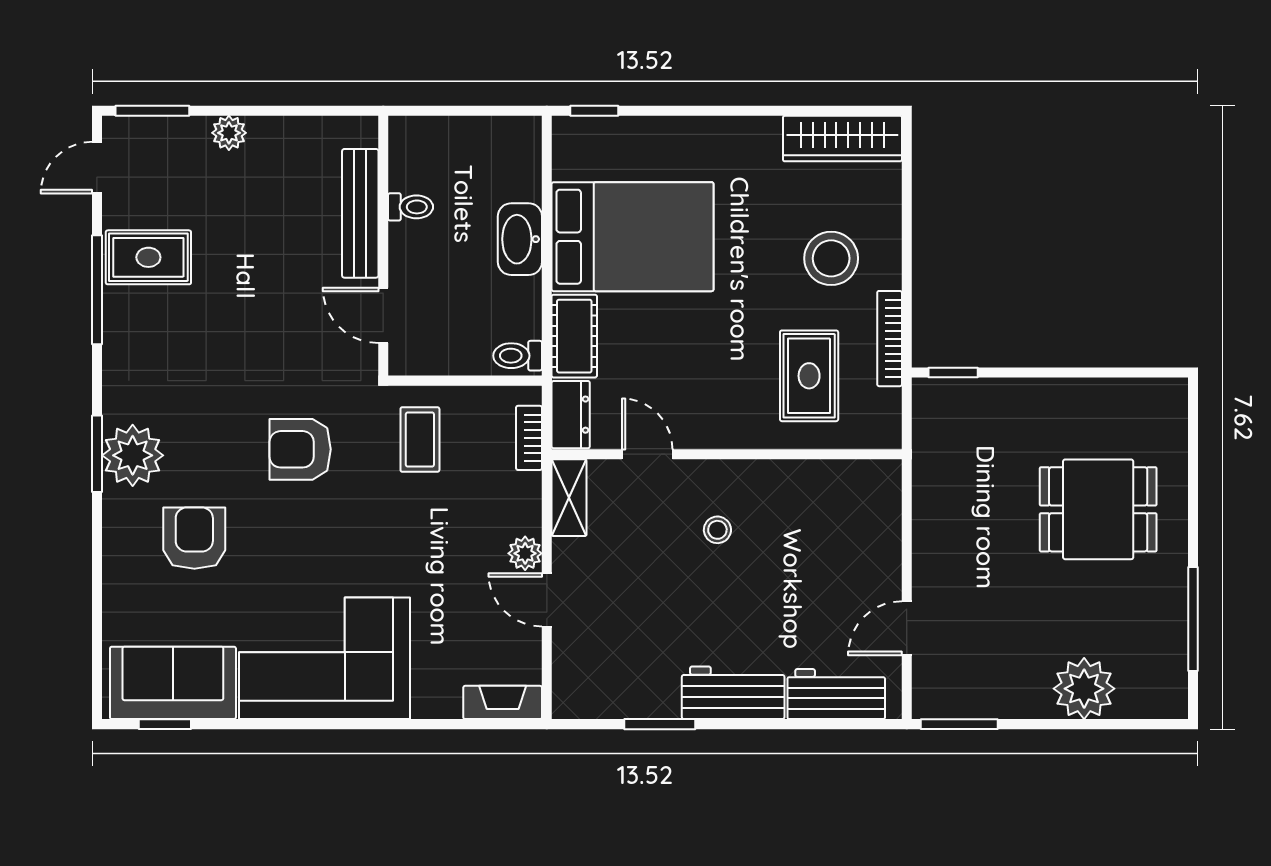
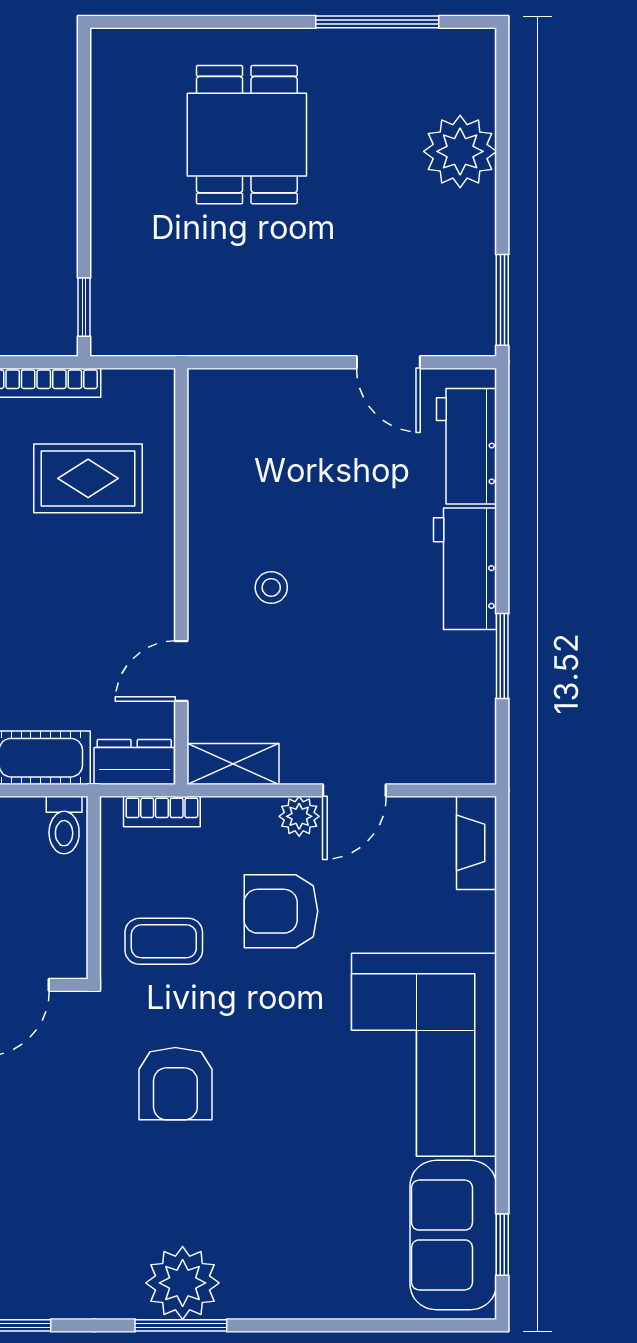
armchair: (194, 538) -> (281, 911), moved

